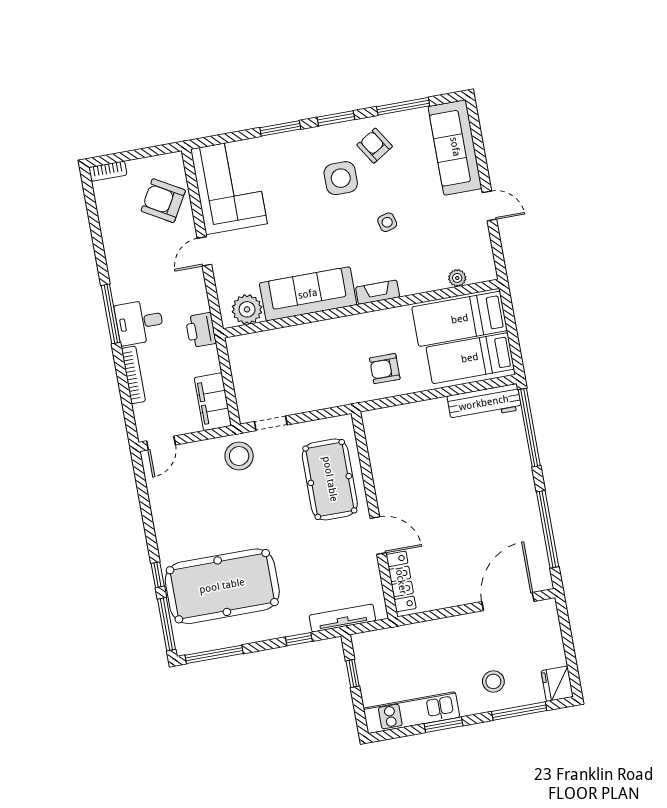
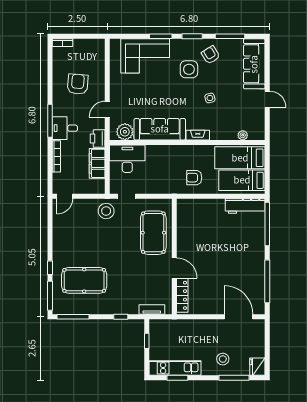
corner sofa: (229, 186) -> (145, 56), moved, turned 90
armchair: (163, 201) -> (78, 84), moved, turned 65
door: (204, 251) -> (107, 109), moved
desk: (260, 356) -> (127, 159), added
filing cabinet: (213, 402) -> (97, 163), moved
pool table: (222, 586) -> (84, 280), width x0.73, depth x0.76
door: (508, 602) -> (239, 317), hinge flipped
tv unit: (342, 618) -> (152, 310), width x0.71
window: (444, 725) -> (177, 378), moved

